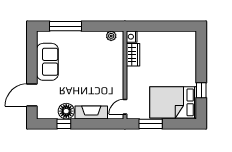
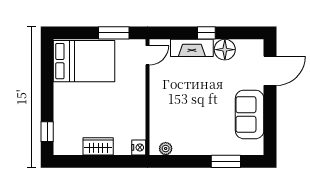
window: (65, 26) -> (226, 161), width x0.69
wardrobe: (133, 55) -> (98, 146), moved, turned 90
window: (201, 90) -> (47, 132), moved
window: (64, 124) -> (206, 33), moved

